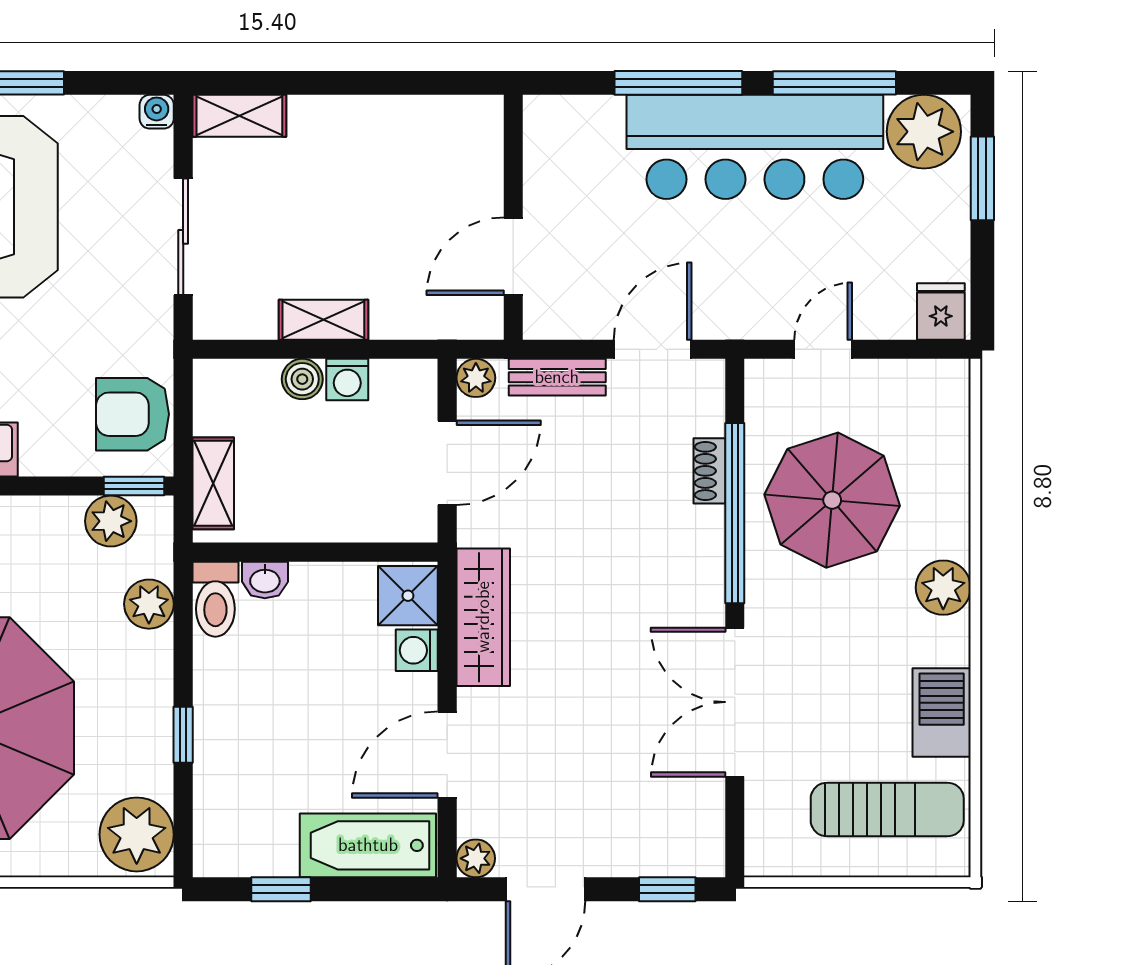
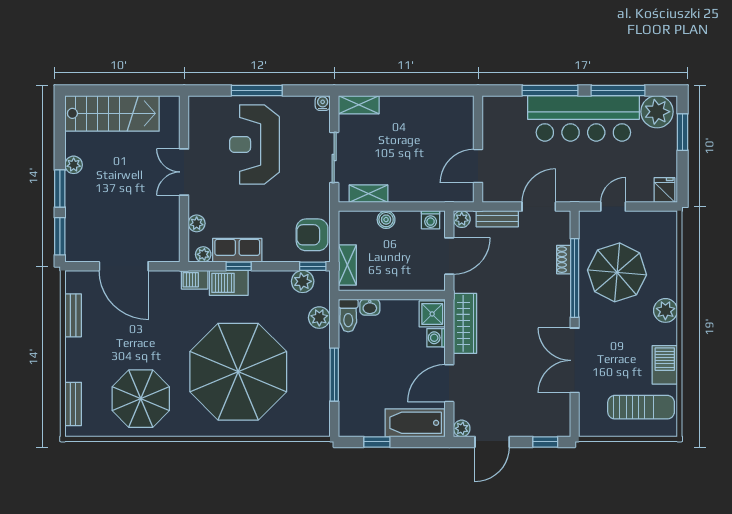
shelving: (323, 320) -> (368, 194), moved
washing machine: (347, 380) -> (431, 220), moved
window: (183, 735) -> (334, 375), width x2.17
plant: (137, 834) -> (314, 418), removed

